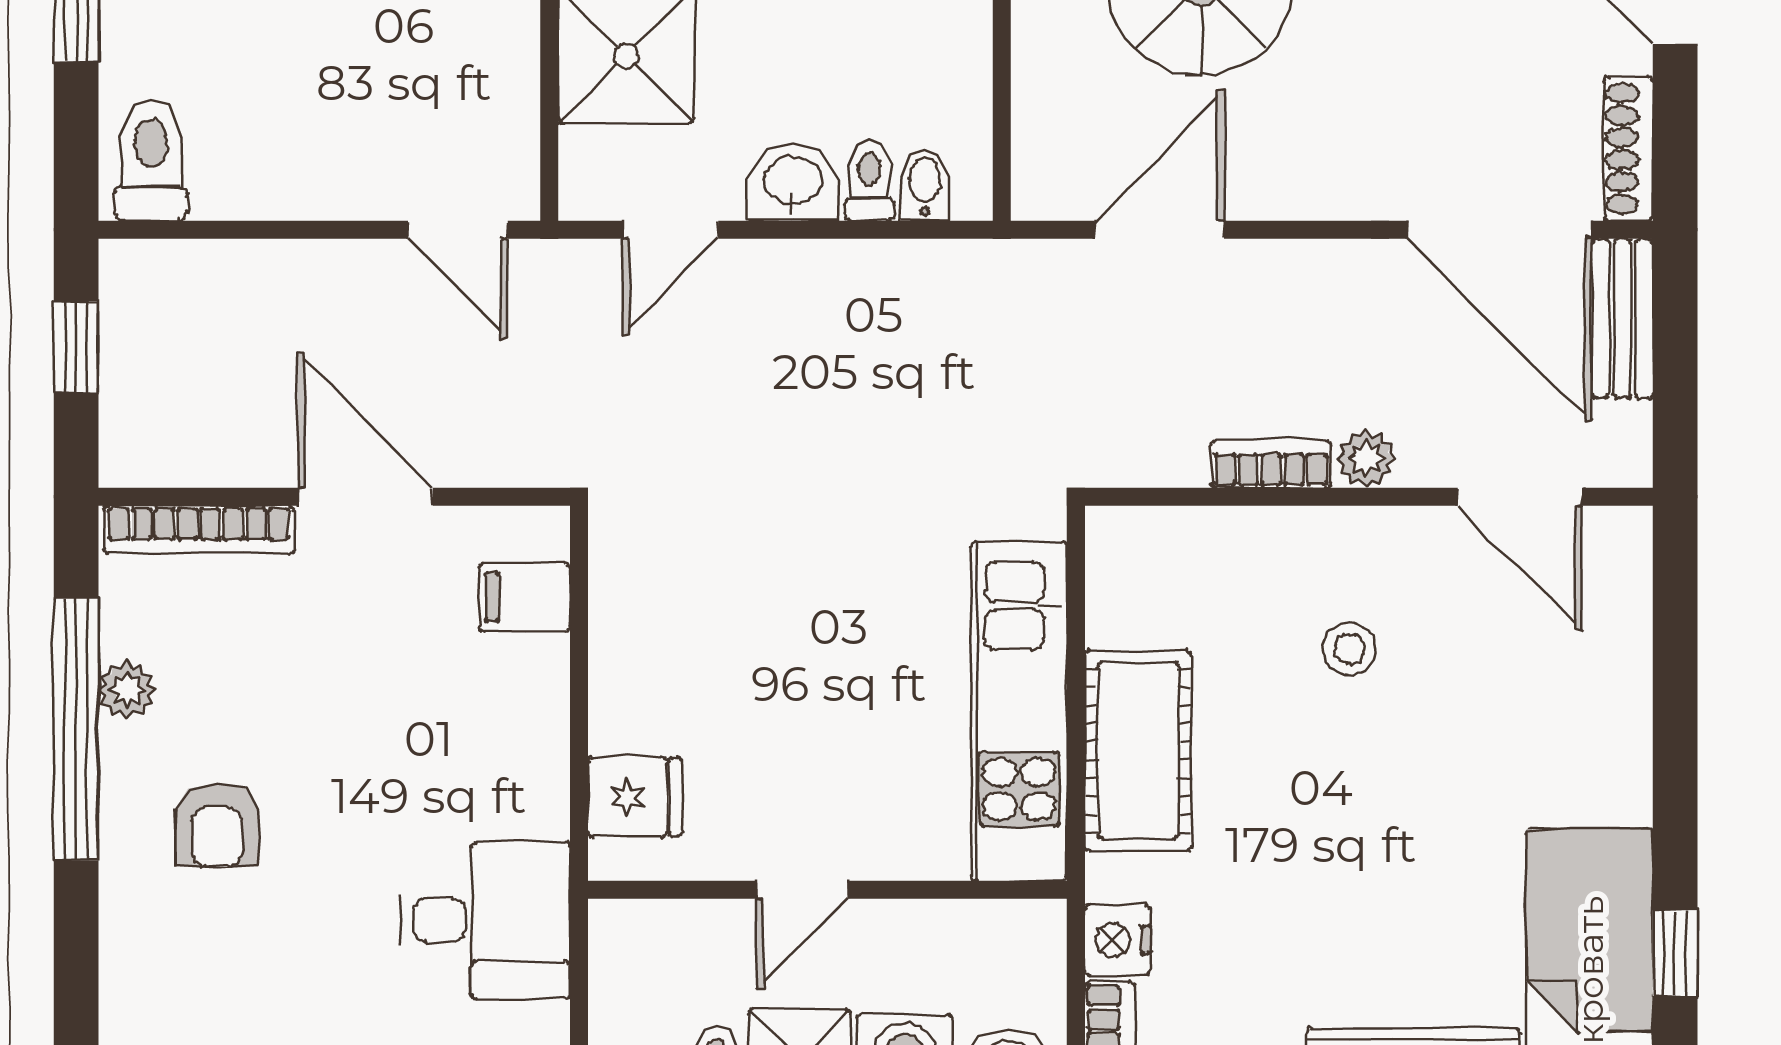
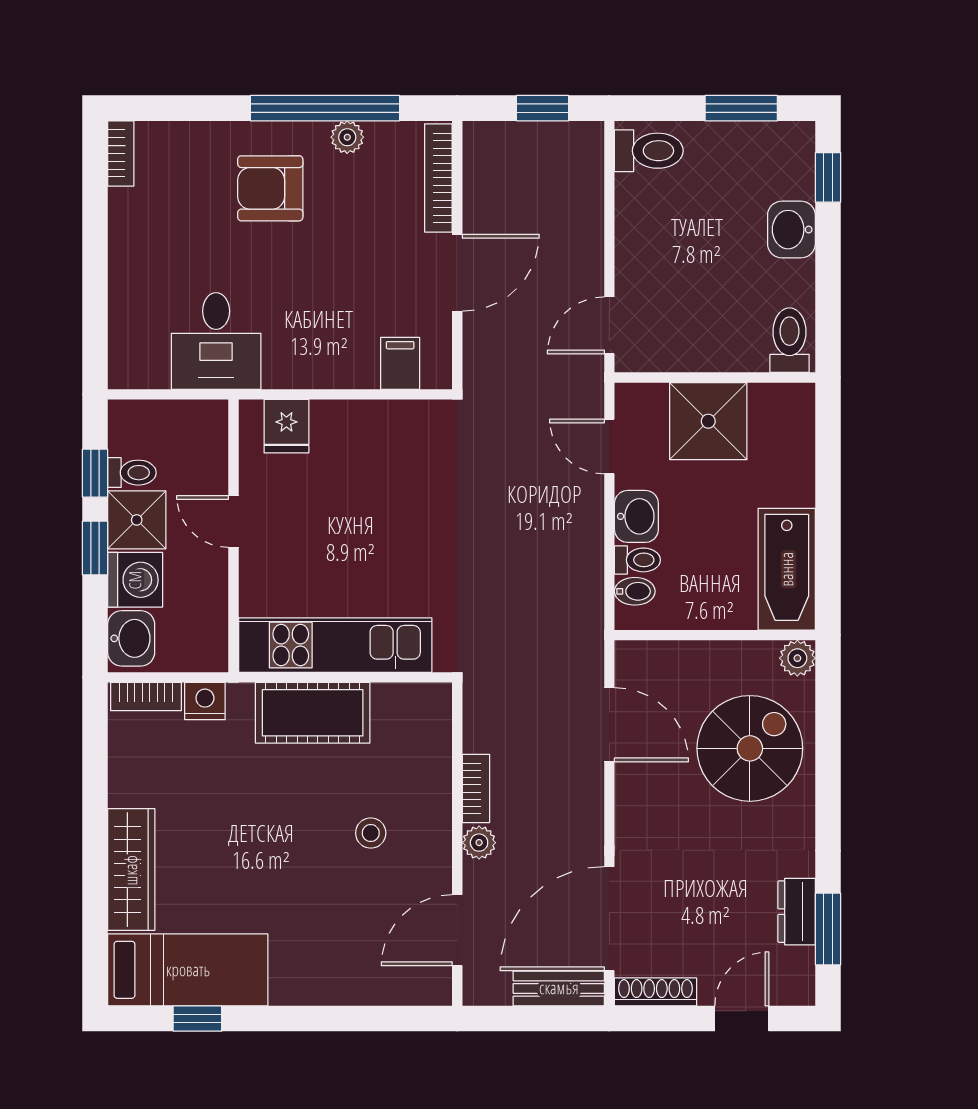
armchair: (217, 825) -> (270, 188), width x1.38, depth x1.38

